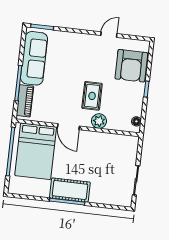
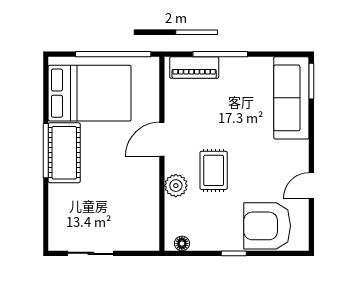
door: (109, 35) -> (311, 186), swing flipped
sofa: (34, 58) -> (291, 98), moved, turned 90
rug: (92, 96) -> (214, 170), turned 90
bed: (36, 151) -> (90, 93), moved, turned 180

